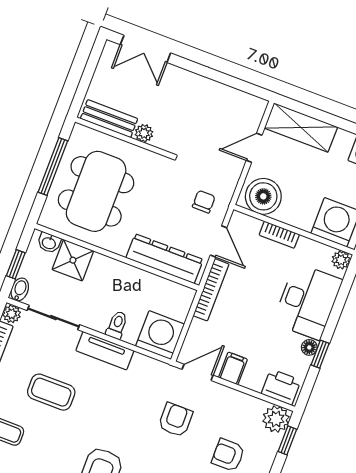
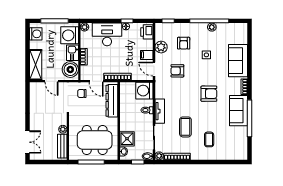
kitchen sink: (297, 214) -> (73, 53), added
door: (219, 241) -> (96, 81), swing flipped
plant: (276, 419) -> (161, 47), moved

